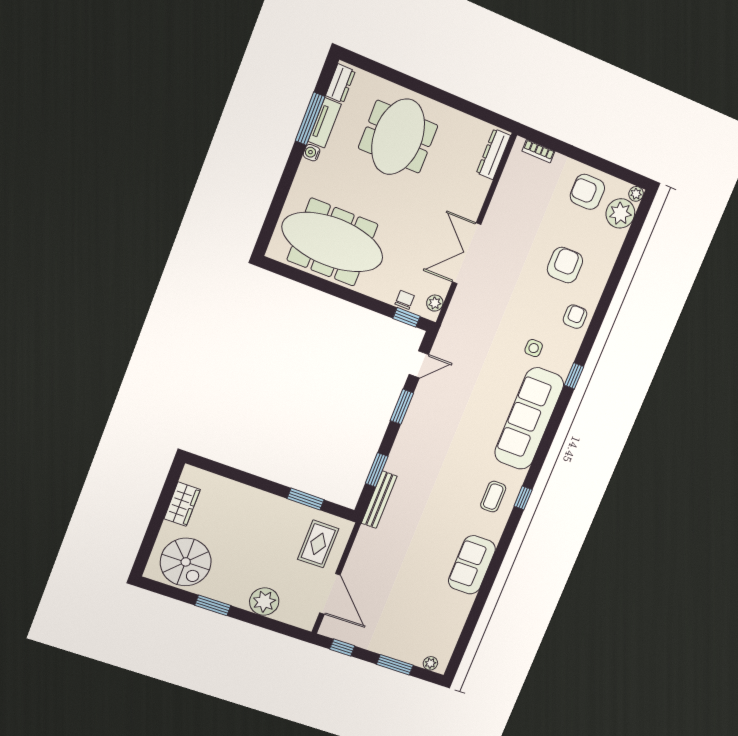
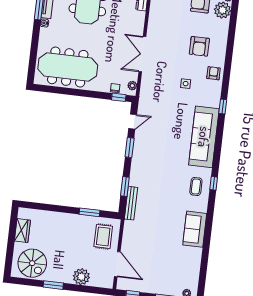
armchair: (565, 265) -> (199, 46), turned 180
side table: (534, 348) -> (186, 84), moved

